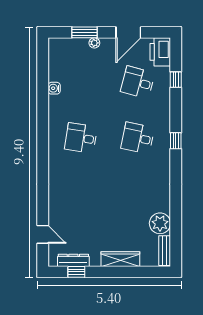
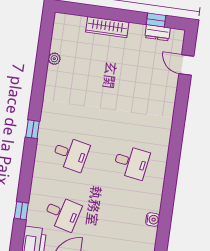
window: (176, 141) -> (33, 129), moved
plant: (160, 223) -> (54, 59), width x0.53, depth x0.53
bench: (165, 251) -> (58, 30), removed
dresser: (73, 260) -> (158, 33), width x0.70

